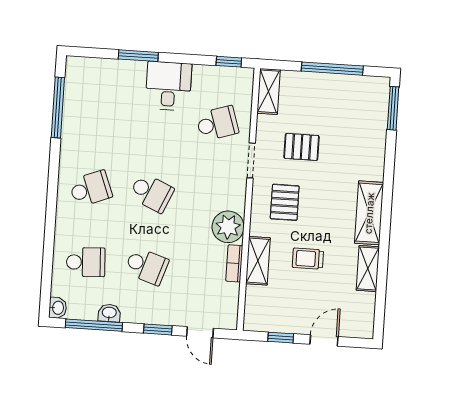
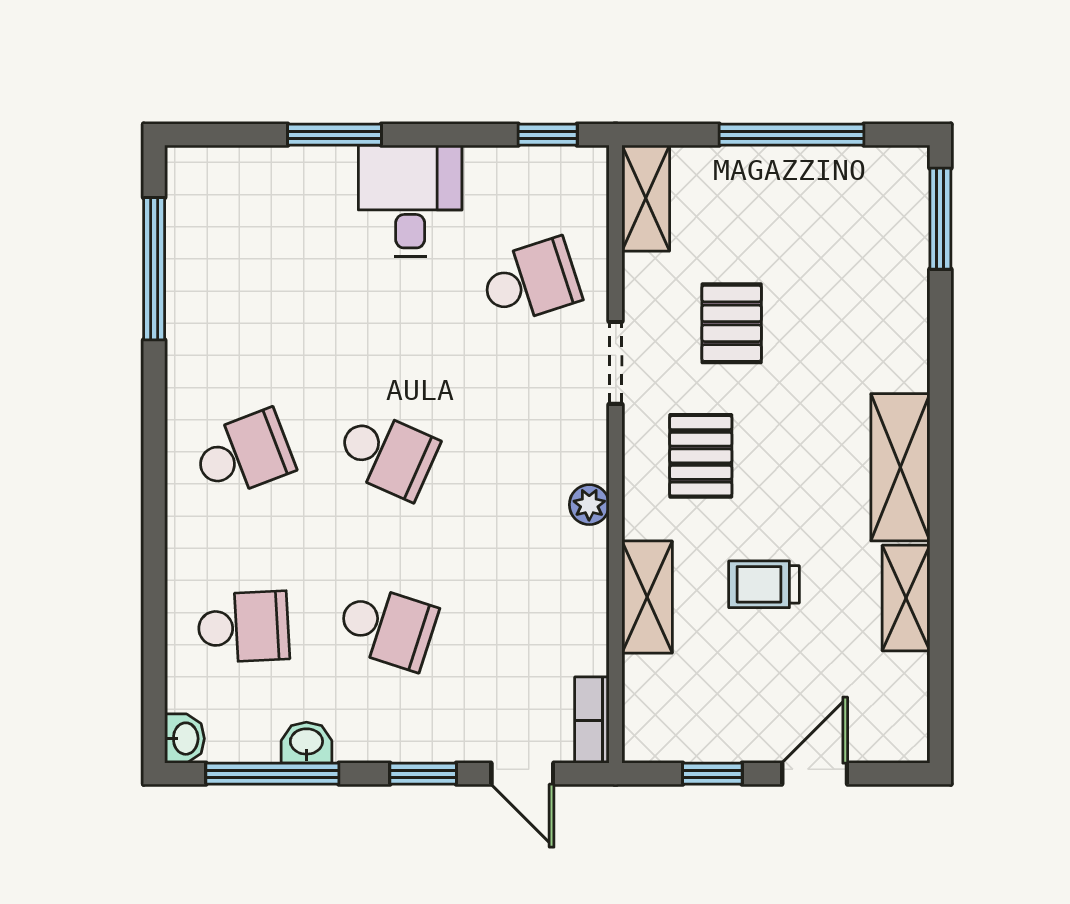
pallet: (302, 147) -> (732, 323), turned 90
plant: (228, 227) -> (589, 505), width x0.53, depth x0.53
bookcase: (234, 263) -> (592, 720), moved

